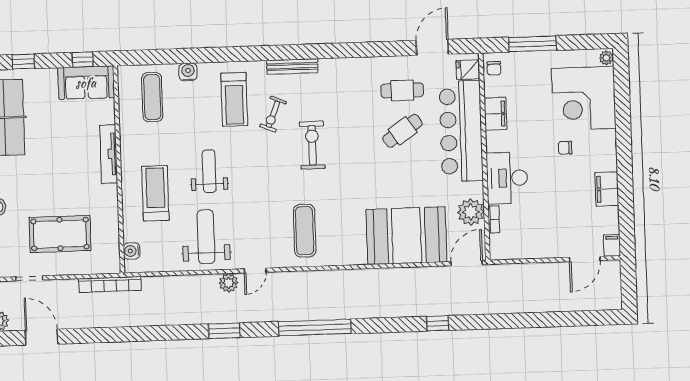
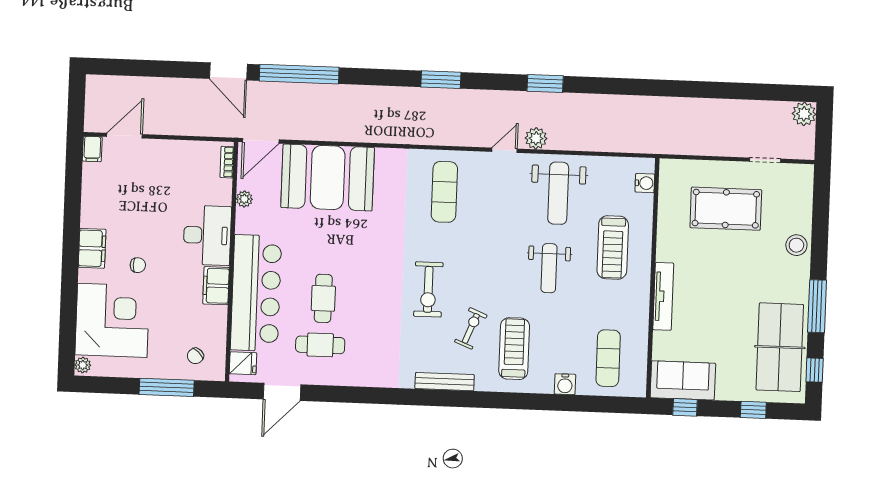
chair: (494, 68) -> (195, 356), moved, turned -137
filing cabinet: (495, 114) -> (216, 286), moved
cafe table: (402, 131) -> (323, 298), turned -56
filing cabinet: (607, 189) -> (92, 248), moved
plant: (471, 212) -> (244, 199), width x0.53, depth x0.53
bookcase: (494, 219) -> (227, 162), moved
bookcase: (110, 284) -> (673, 146), removed
window: (438, 323) -> (299, 74), width x3.17
window: (315, 328) -> (441, 80), width x0.47
door: (42, 337) -> (228, 71), moved

